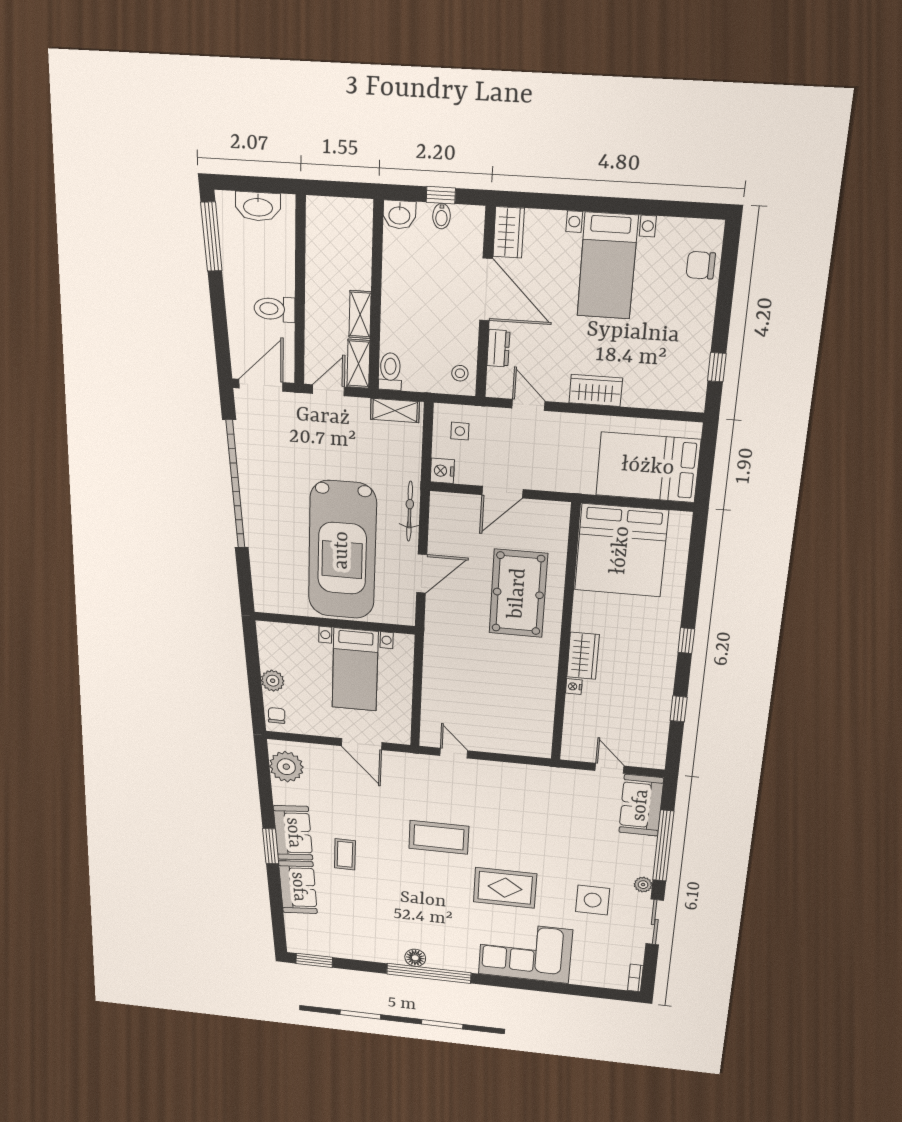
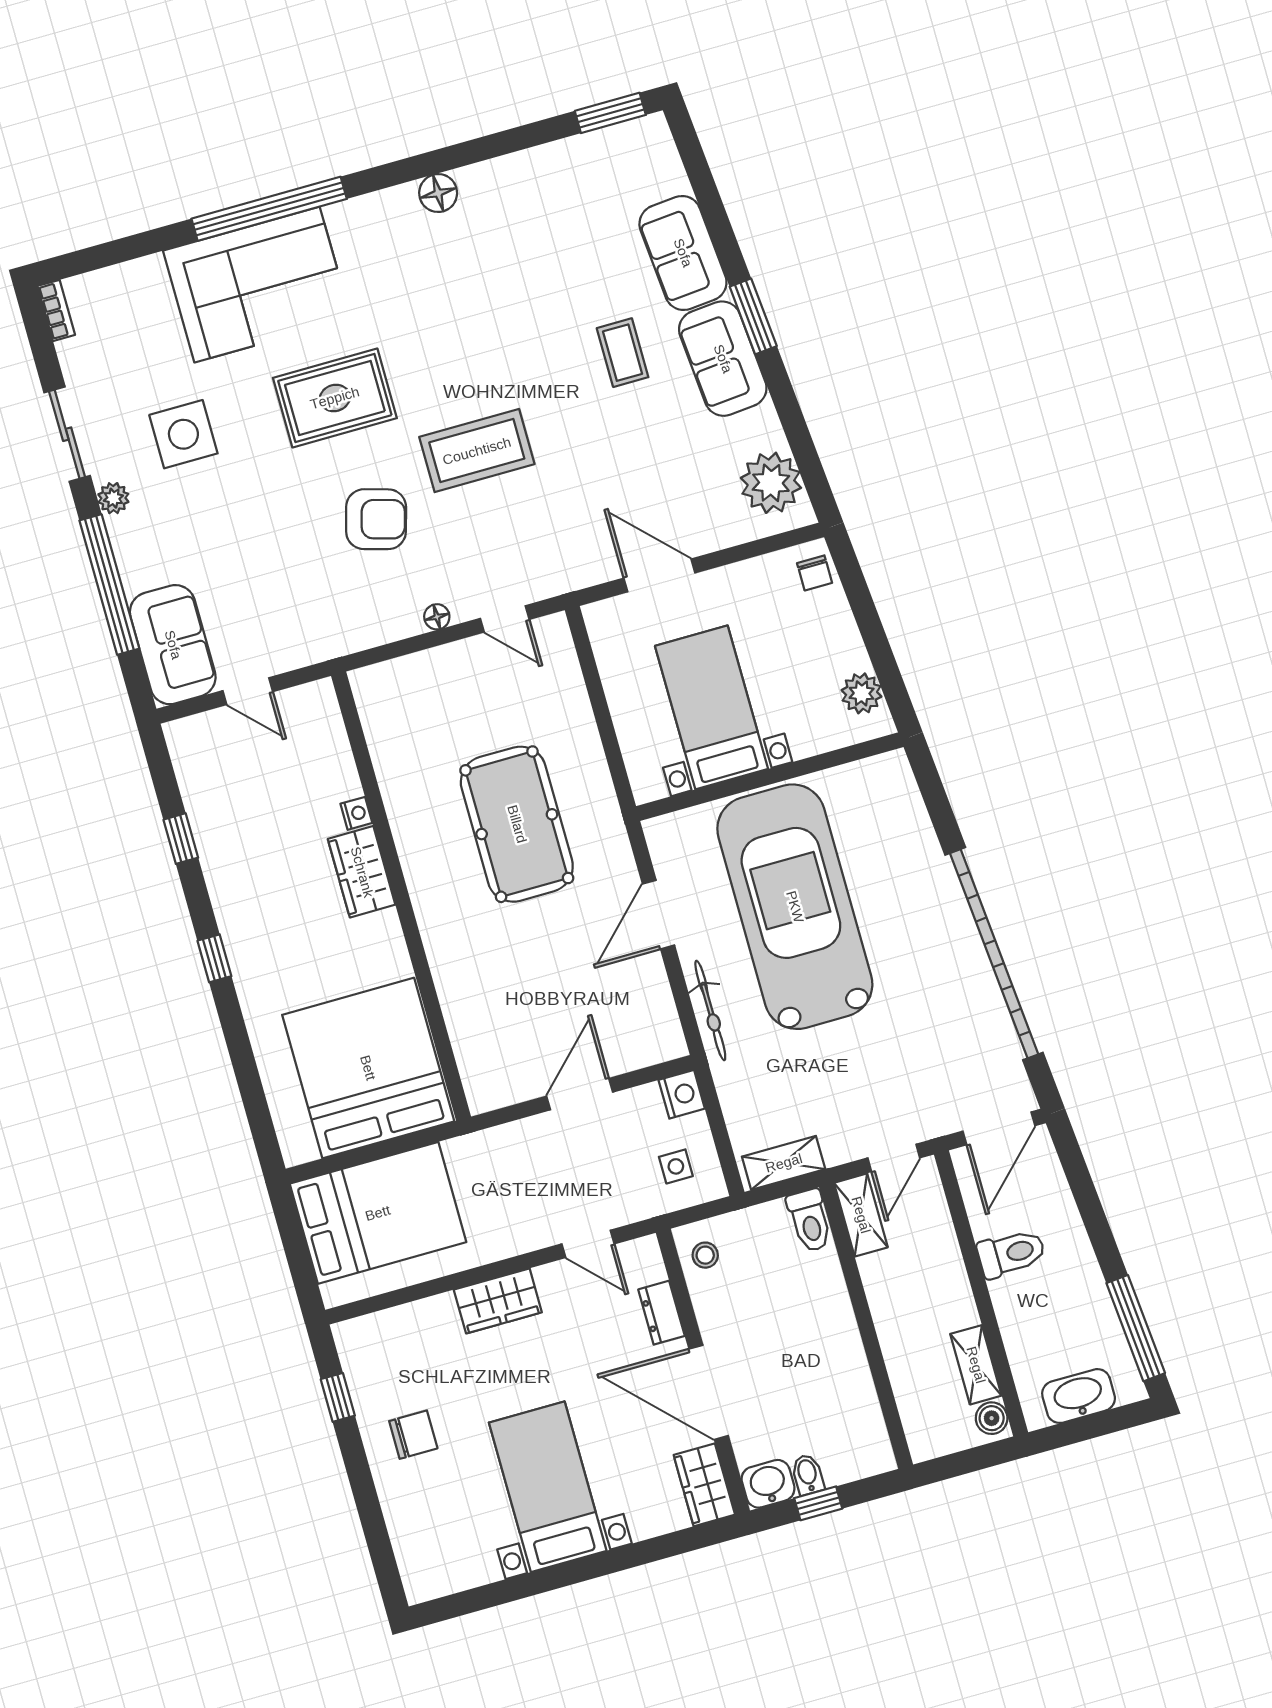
boiler: (316, 211) -> (992, 1418), added
washbasin: (399, 215) -> (768, 1484), moved
chair: (701, 265) -> (413, 1435), moved
shelving: (360, 314) -> (976, 1365), moved
pool table: (518, 593) -> (517, 824), moved
plant: (273, 681) -> (862, 693), moved
floor lamp: (491, 767) -> (437, 617), added
armchair: (505, 825) -> (376, 519), added
window: (429, 973) -> (269, 209), moved

